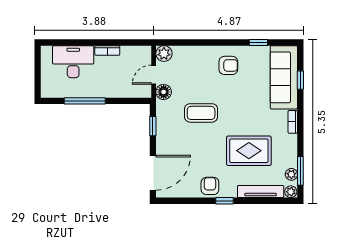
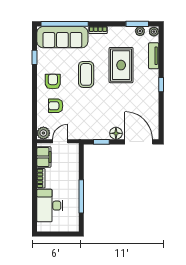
filing cabinet: (134, 54) -> (44, 157), added
door: (154, 75) -> (60, 141), swing flipped
window: (300, 80) -> (65, 24), width x3.17
floor lamp: (164, 92) -> (116, 133), moved
coffee table: (201, 113) -> (86, 74), moved
armchair: (210, 186) -> (56, 106), moved
tv unit: (261, 191) -> (154, 56), width x0.71

